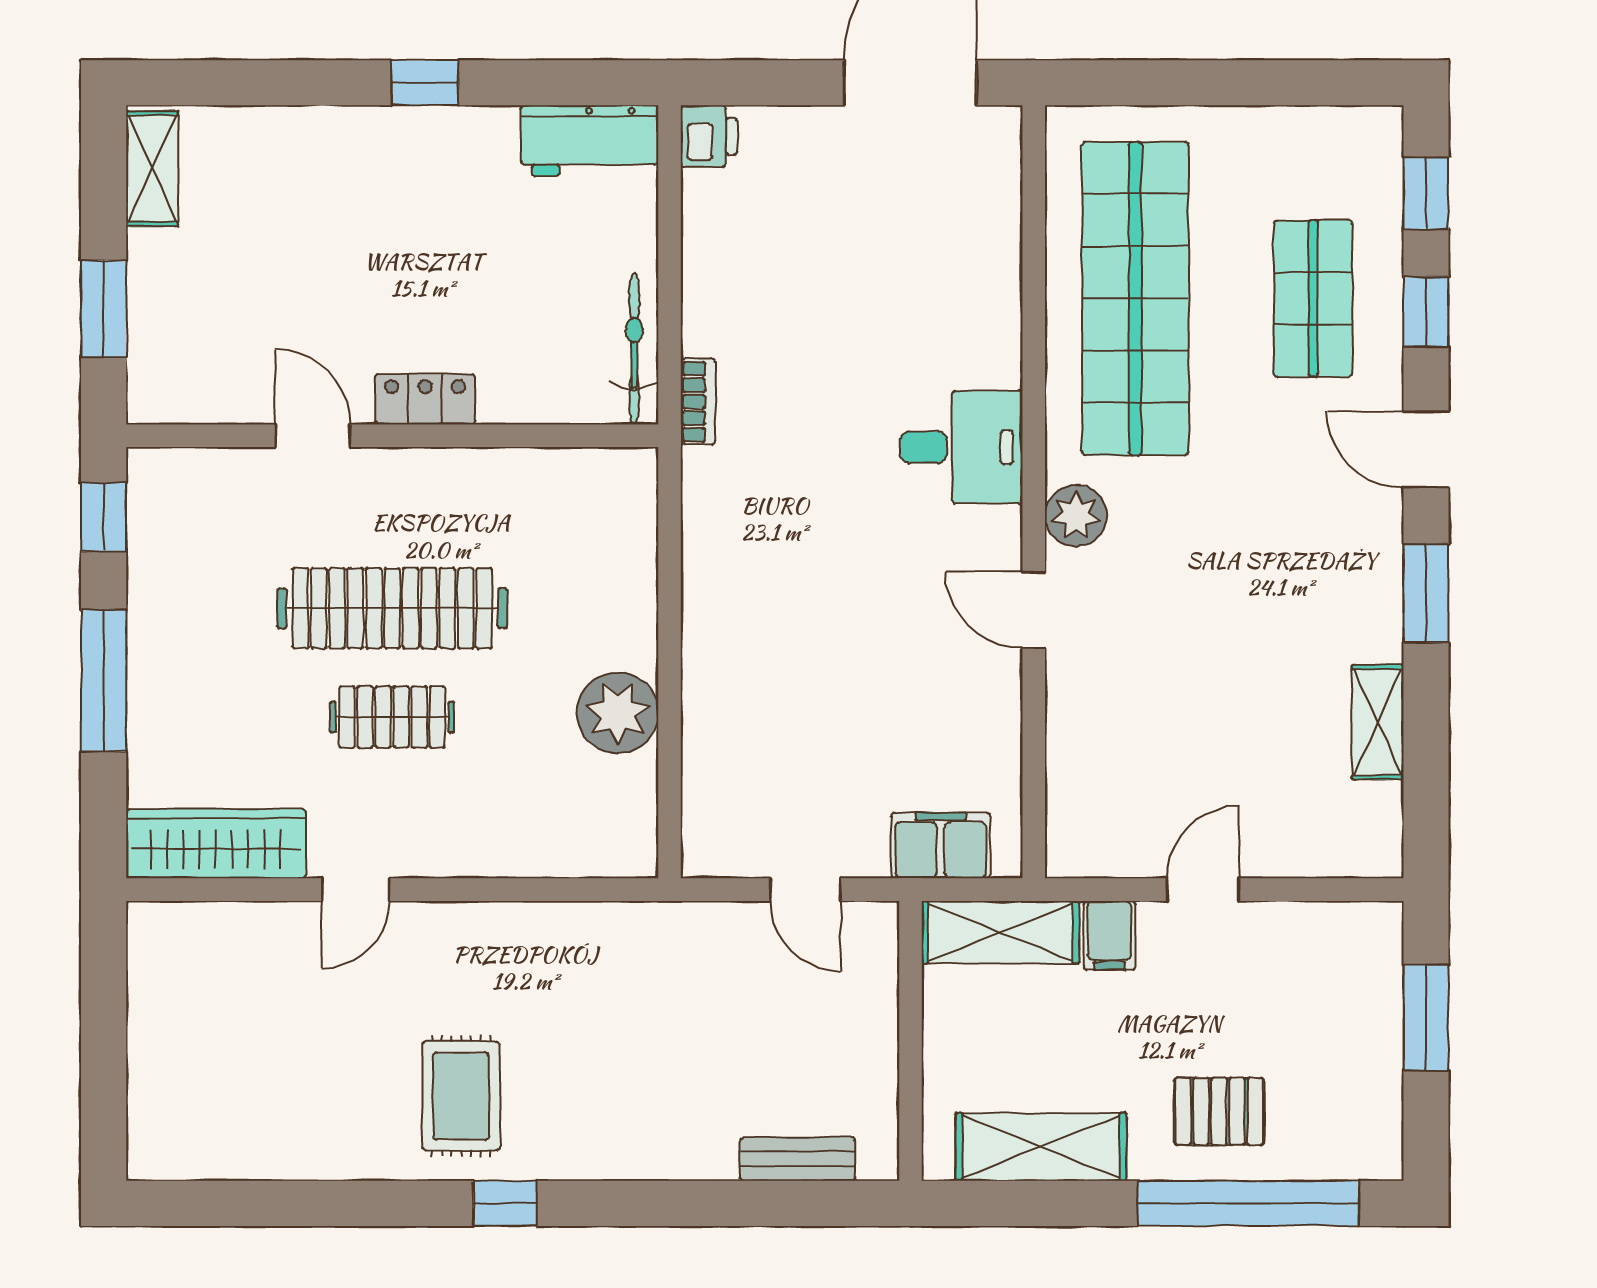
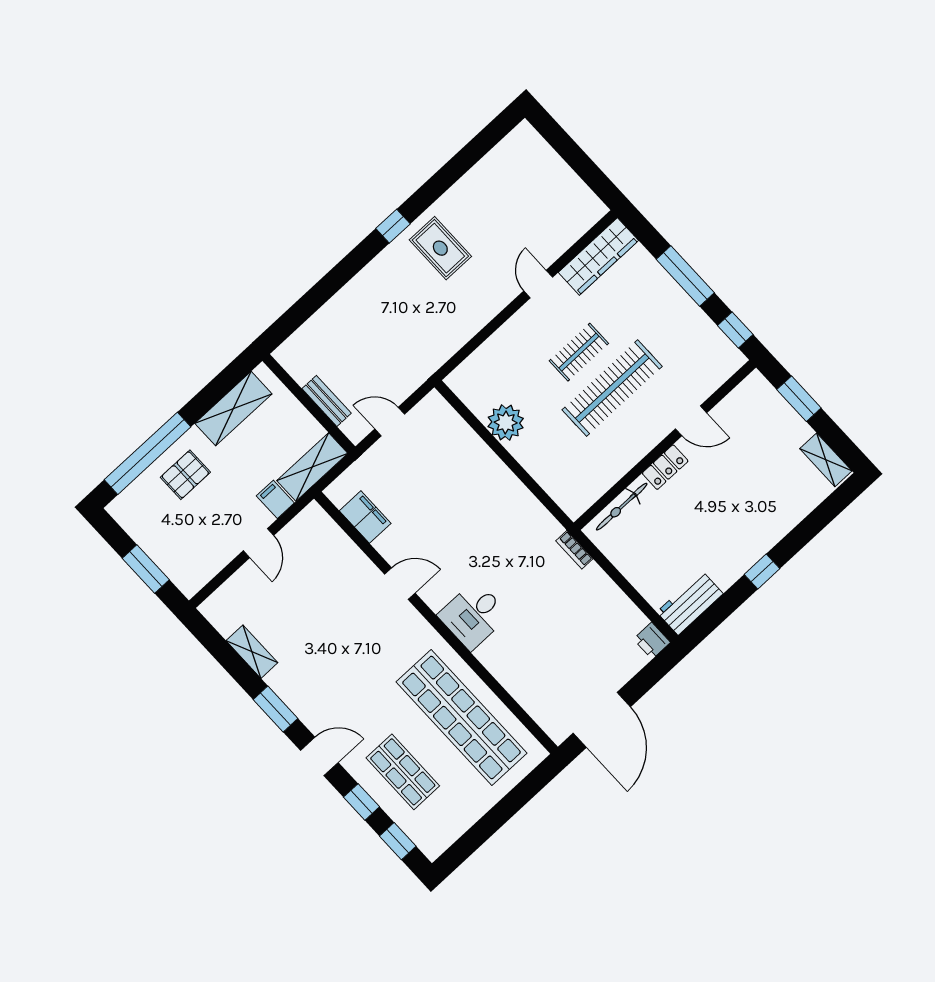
bicycle: (634, 349) -> (622, 507), moved, turned 90
plant: (1076, 516) -> (415, 628), removed
filing cabinet: (941, 845) -> (365, 517), moved, turned -90
bench: (798, 1159) -> (327, 401), moved, turned 90

